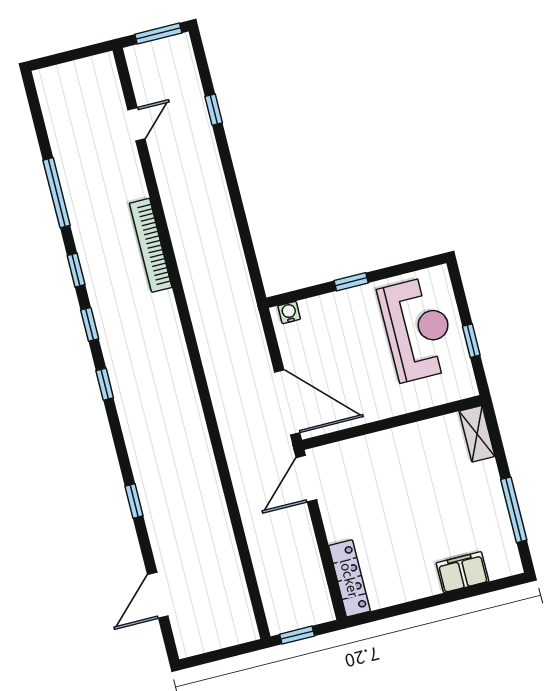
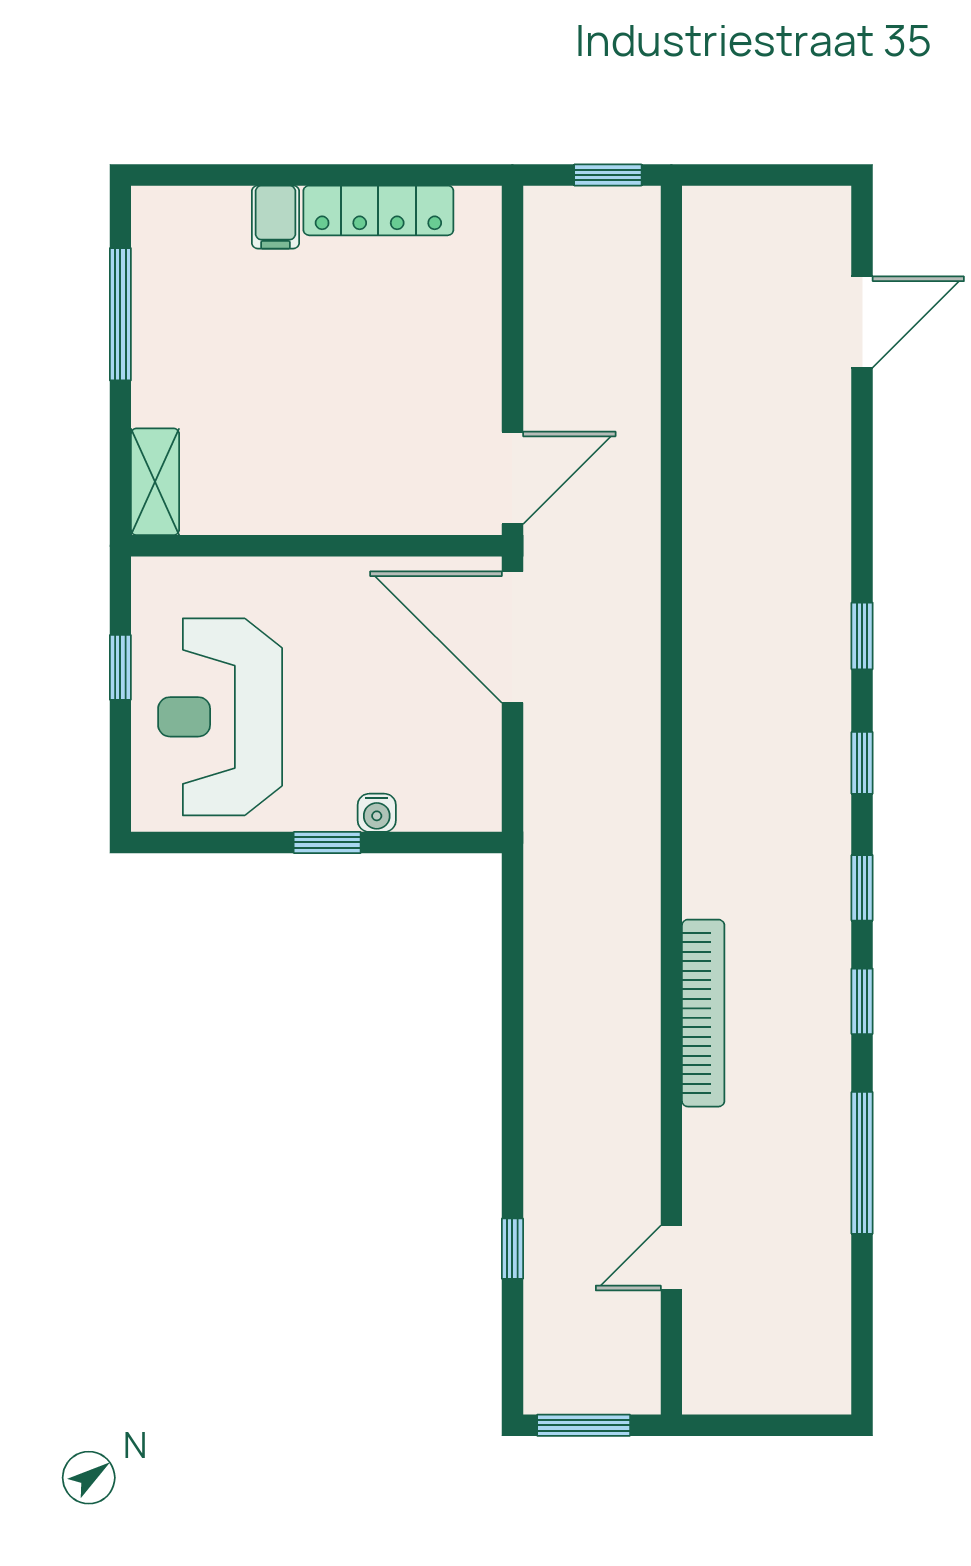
water cooler: (289, 312) -> (377, 813), moved
window: (134, 501) -> (862, 636), moved
filing cabinet: (462, 572) -> (276, 217), width x0.50
locker: (349, 578) -> (378, 210), moved, turned -90

